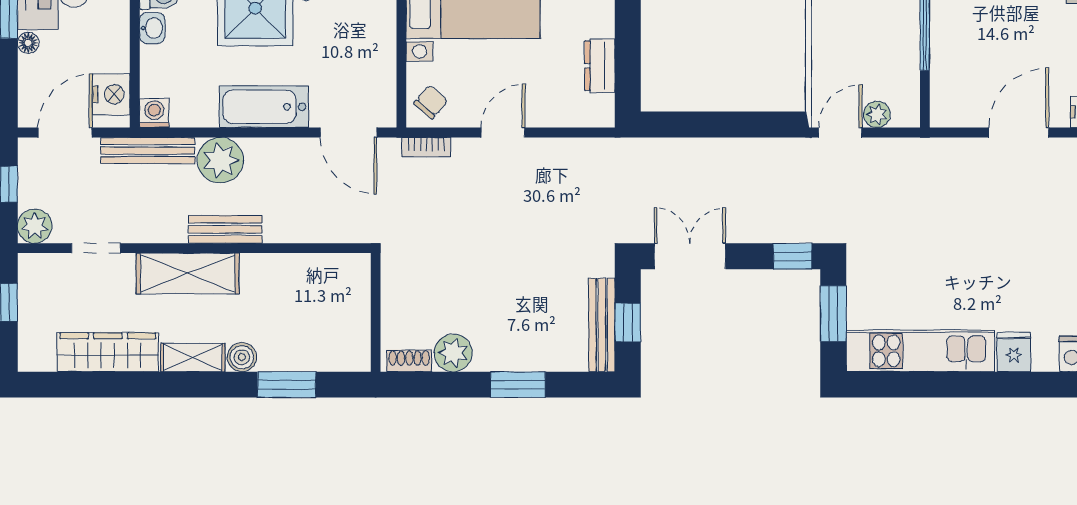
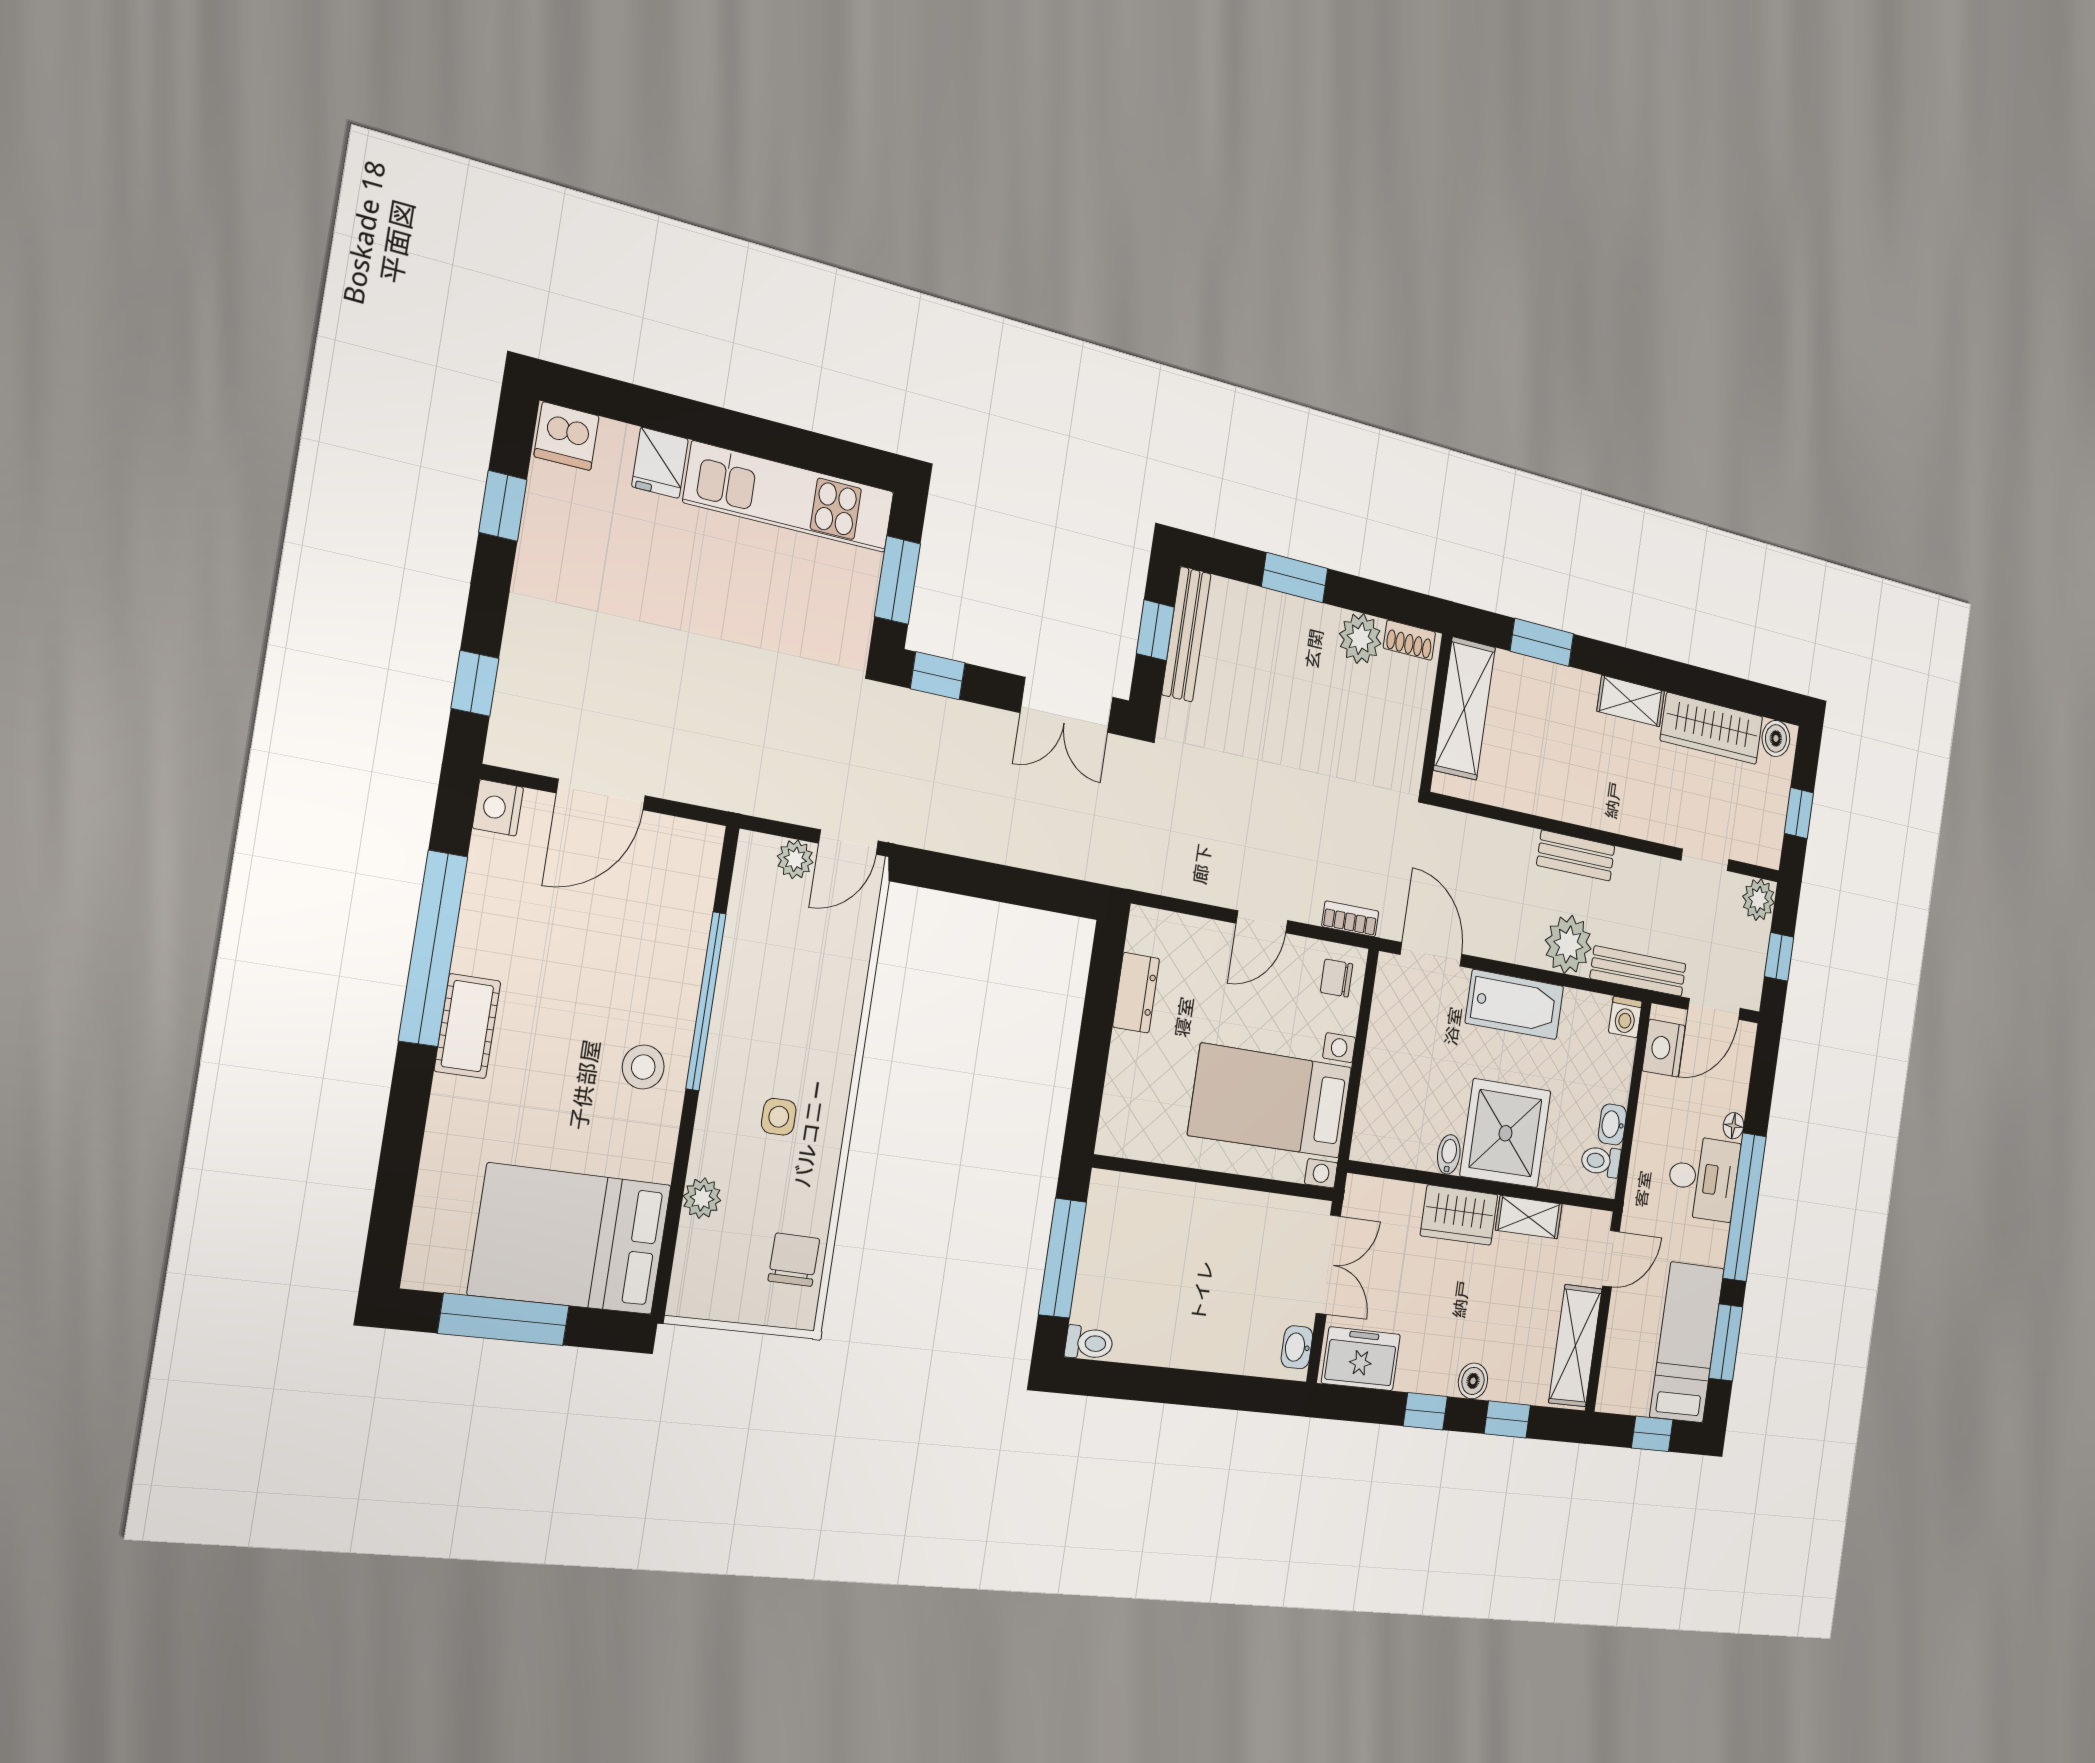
chair: (431, 102) -> (1337, 978), turned 49
shelving: (188, 273) -> (1464, 709), moved, turned 90
boiler: (242, 357) -> (1776, 738), moved

